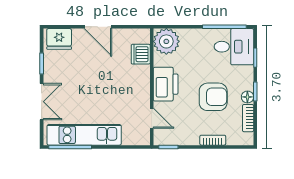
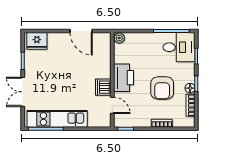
door: (98, 27) -> (81, 31), moved
plant: (166, 41) -> (119, 38), width x0.53, depth x0.53
dishwasher: (141, 54) -> (103, 87), moved
armchair: (213, 97) -> (162, 88), turned 90
double door: (42, 102) -> (23, 92), swing flipped

